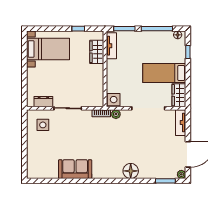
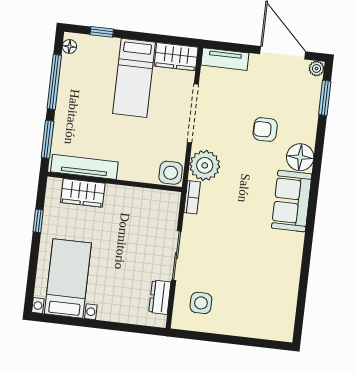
tv unit: (111, 46) -> (84, 167), width x1.41
plant: (116, 114) -> (205, 165), width x1.88, depth x1.88
armchair: (144, 150) -> (265, 129), added
sofa: (75, 169) -> (292, 201), moved

